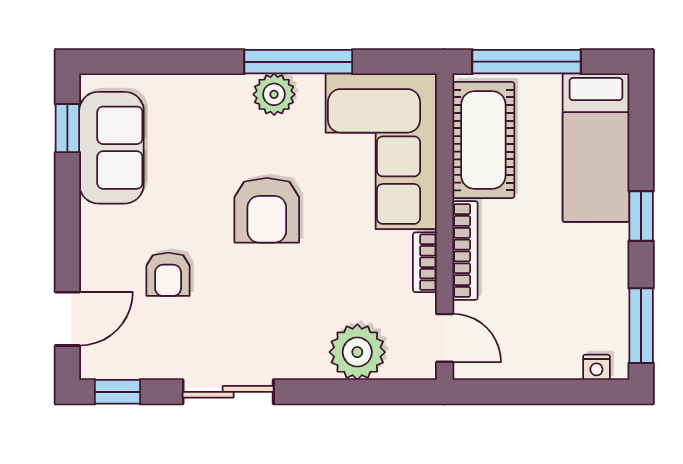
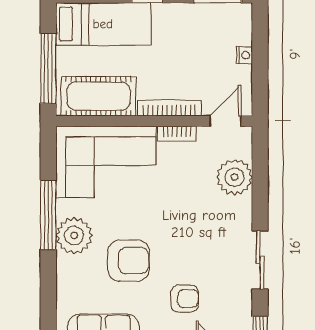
plant: (274, 94) -> (74, 235), width x1.36, depth x1.36
armchair: (267, 210) -> (129, 261), moved
nightstand: (596, 367) -> (244, 55), moved

